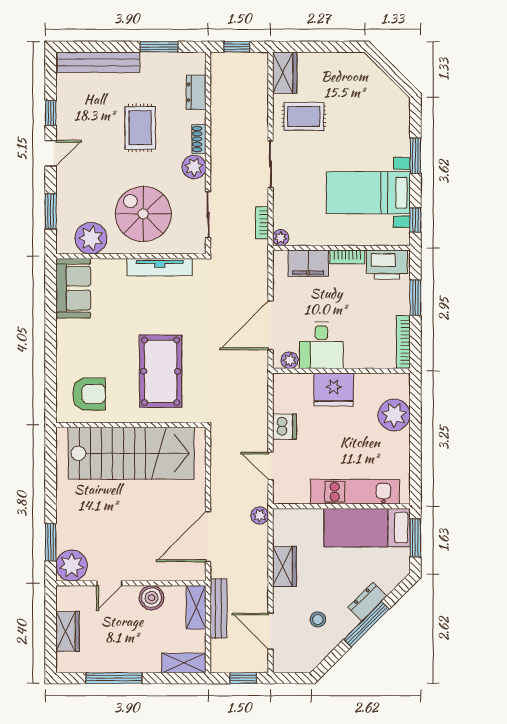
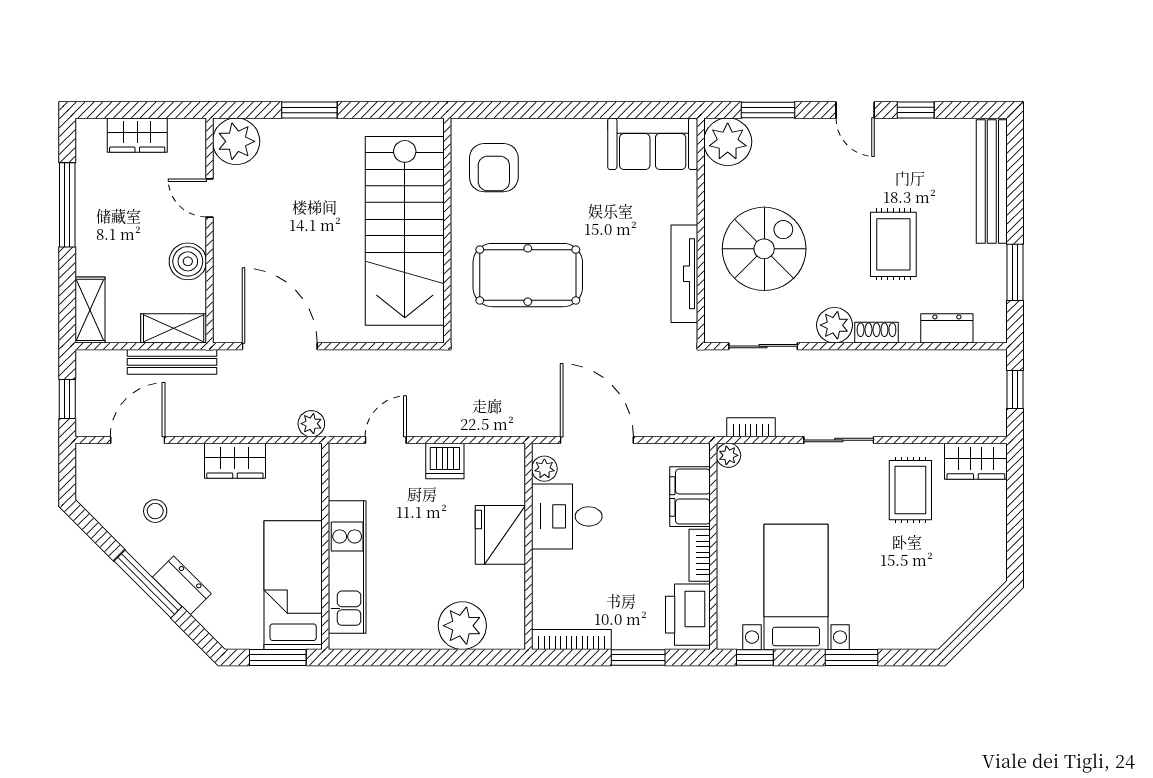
rug: (140, 128) -> (893, 244), turned 90
plant: (91, 238) -> (728, 142), moved
window: (51, 542) -> (309, 110), moved

